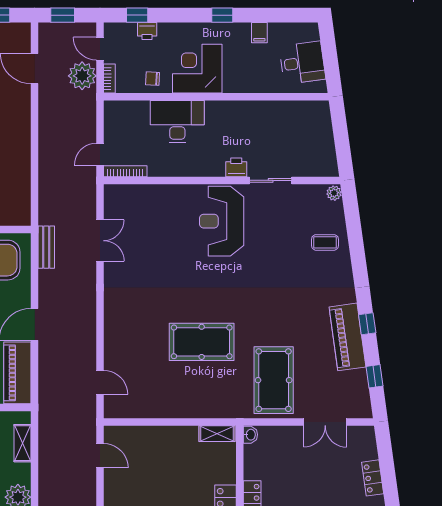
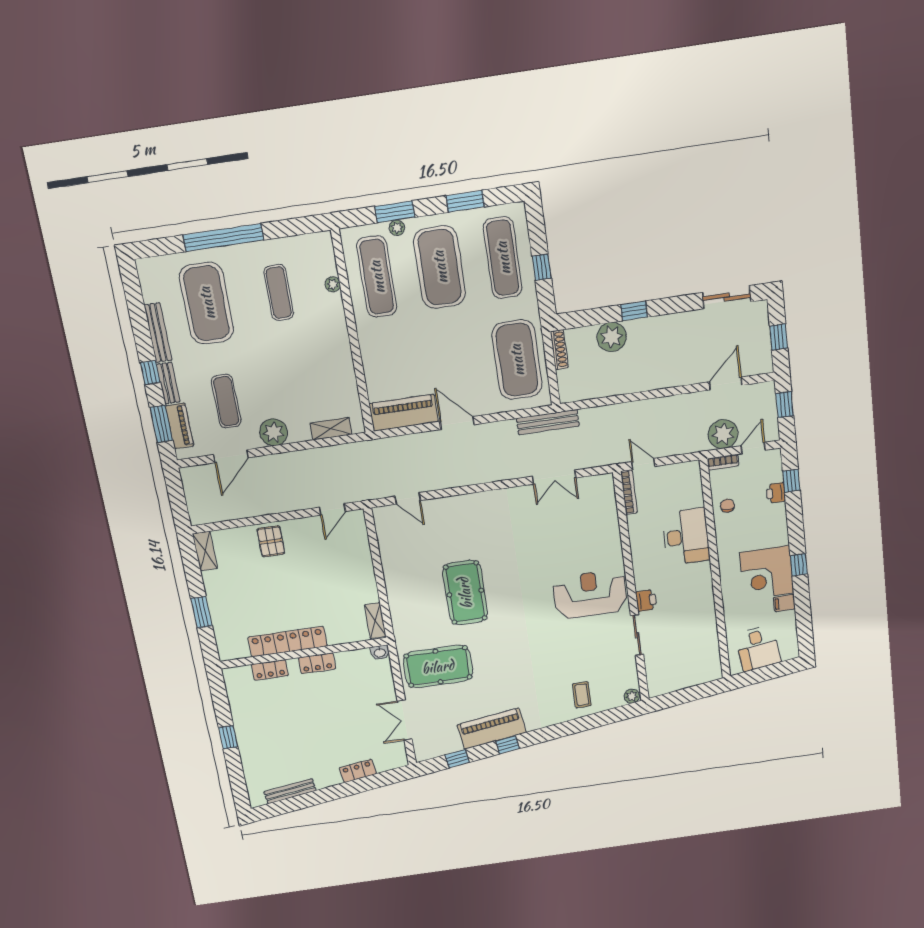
corner desk: (197, 69) -> (767, 573), moved, turned 180
bench: (46, 247) -> (548, 422), width x1.36
door: (100, 382) -> (408, 498), hinge flipped

